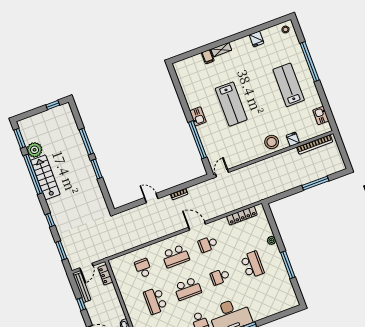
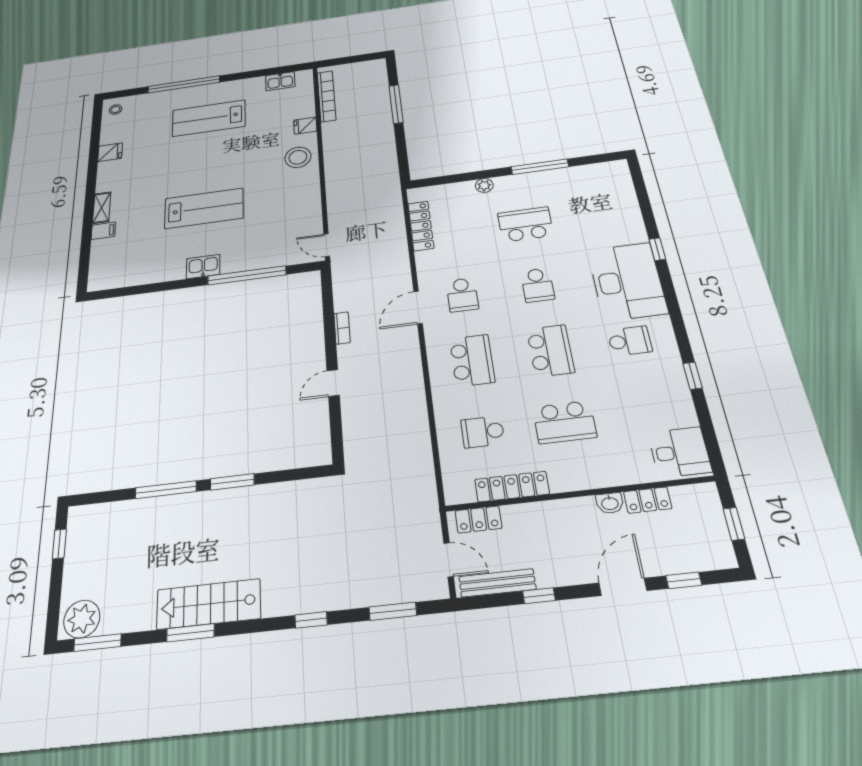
plant: (35, 150) -> (82, 619), moved
window: (33, 174) -> (190, 633), width x0.47
locker: (122, 285) -> (512, 487), added

